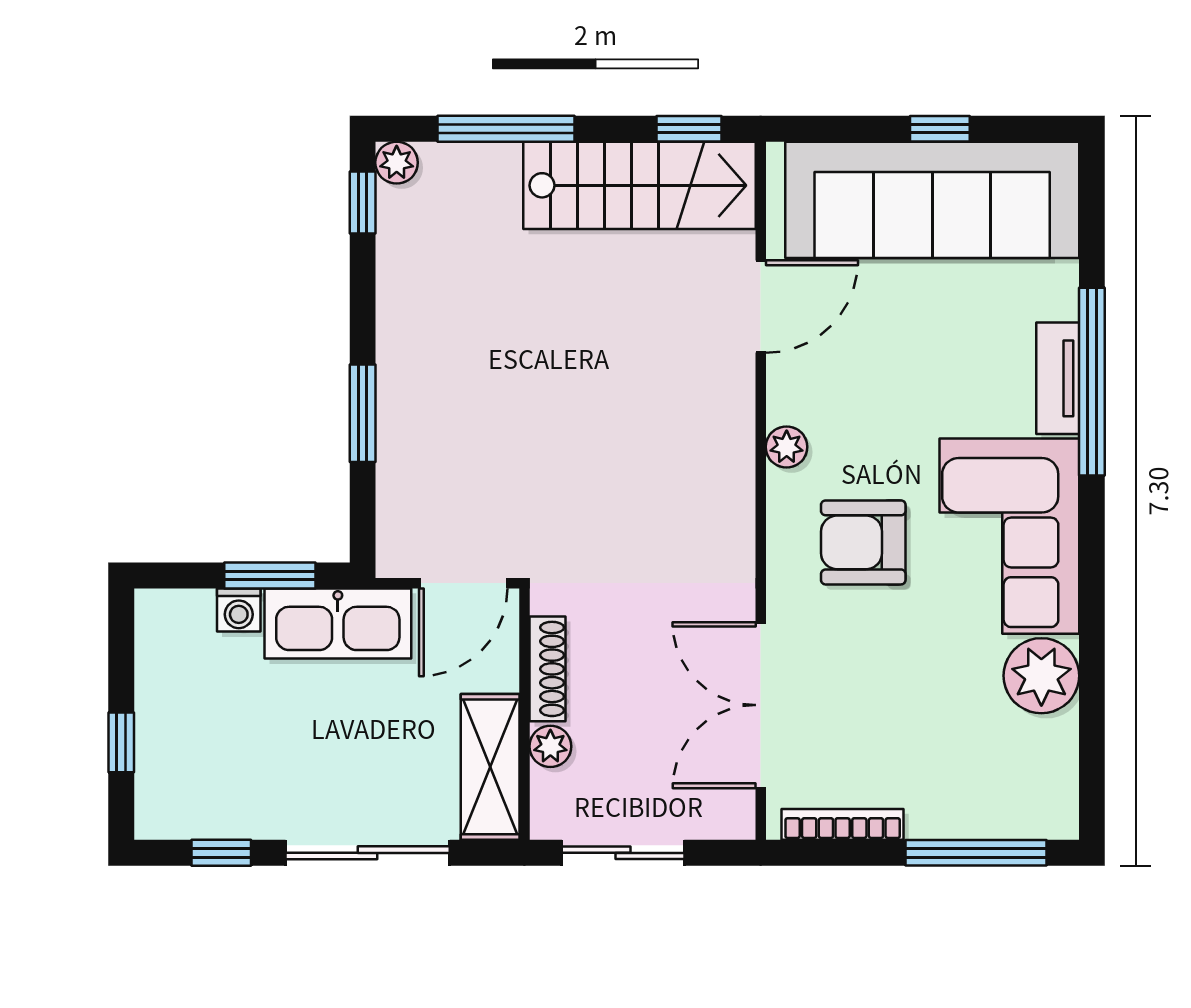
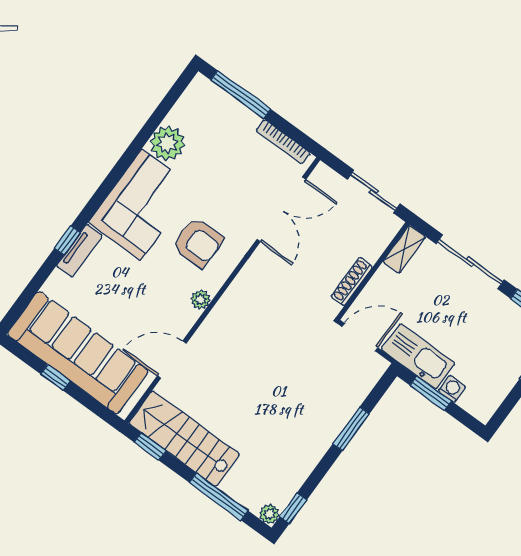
window: (1092, 382) -> (68, 240), width x0.32
plant: (550, 746) -> (372, 252), removed
shelving: (490, 767) -> (404, 249), width x0.67, depth x0.75

